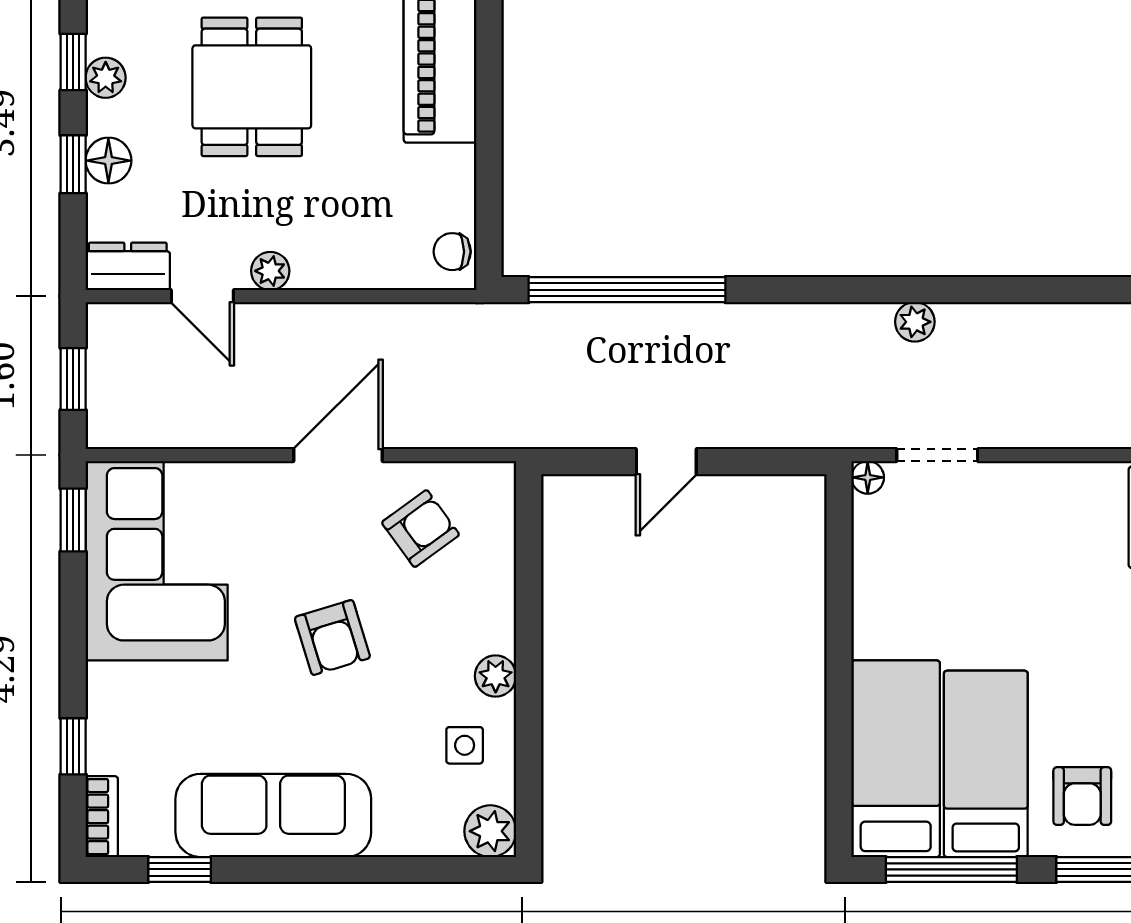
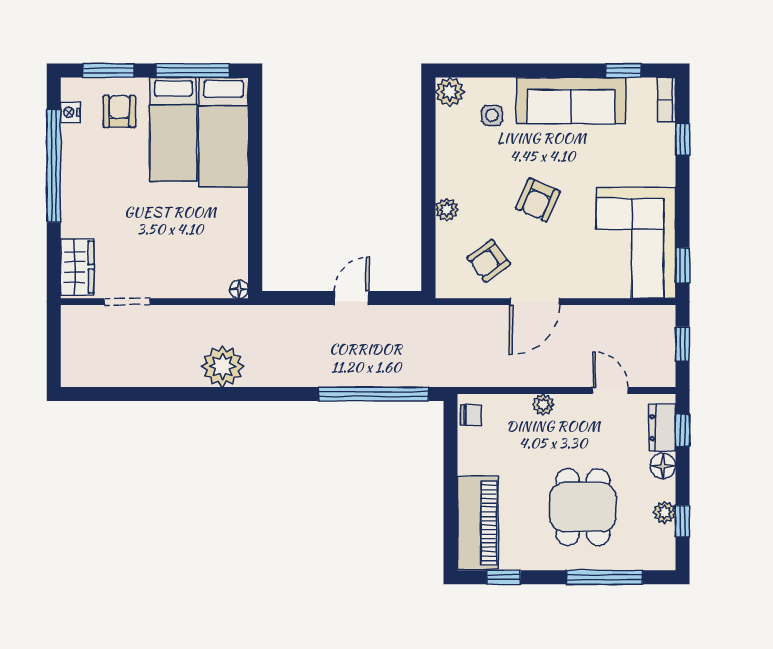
window: (73, 164) -> (683, 430), moved
dresser: (128, 266) -> (662, 428), moved, turned 90
plant: (270, 271) -> (543, 404), moved
plant: (915, 322) -> (223, 366), width x1.88, depth x1.88
doorway: (937, 455) -> (127, 302), moved
armchair: (332, 637) -> (538, 200), turned -139
plant: (496, 676) -> (447, 210), moved
side table: (465, 745) -> (492, 115), moved

